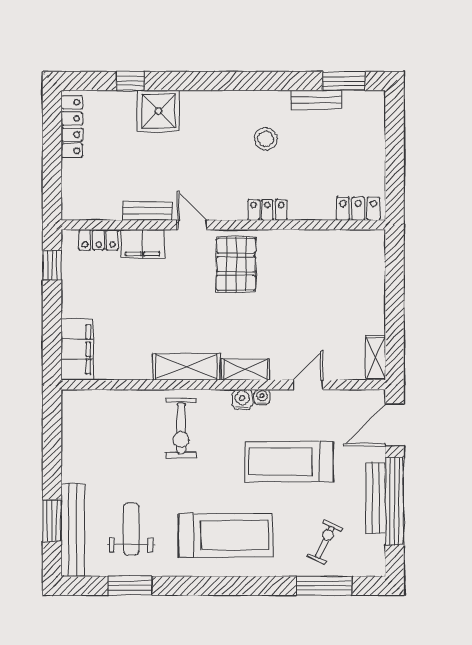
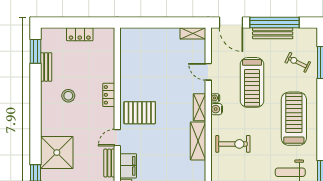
shower: (158, 111) -> (57, 153), width x1.37, depth x1.37
locker: (358, 209) -> (80, 34), moved, turned -90

